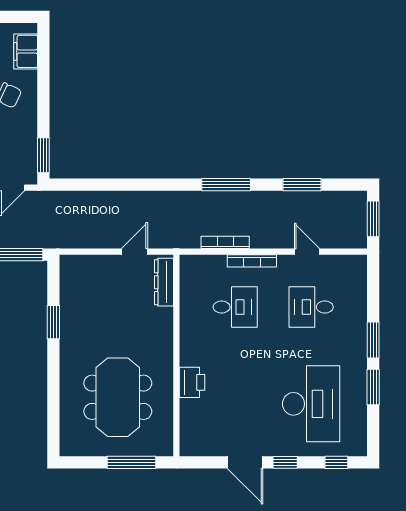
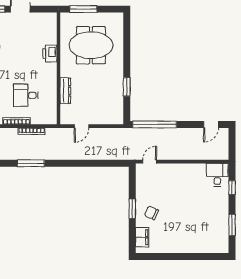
window: (43, 155) -> (132, 209), moved
dresser: (164, 282) -> (65, 91), moved
meeting table: (118, 397) -> (91, 45), turned 90

